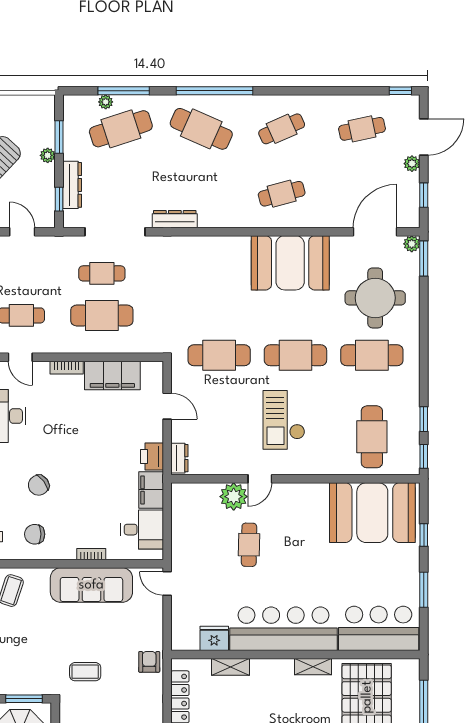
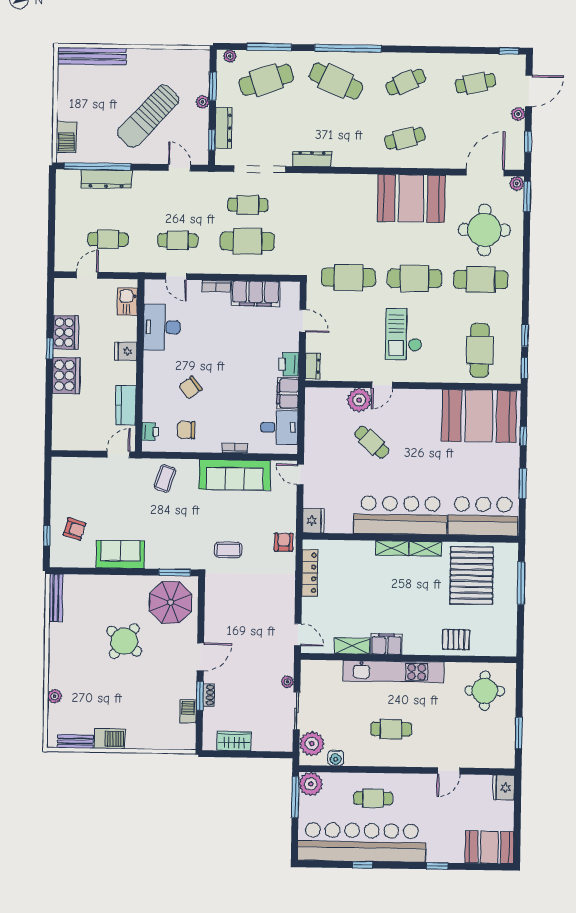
plant: (106, 102) -> (230, 56), moved
cafe table: (249, 545) -> (372, 442), turned -50
fridge: (214, 638) -> (313, 521), moved, turned 90
shelving: (230, 667) -> (392, 548), moved

